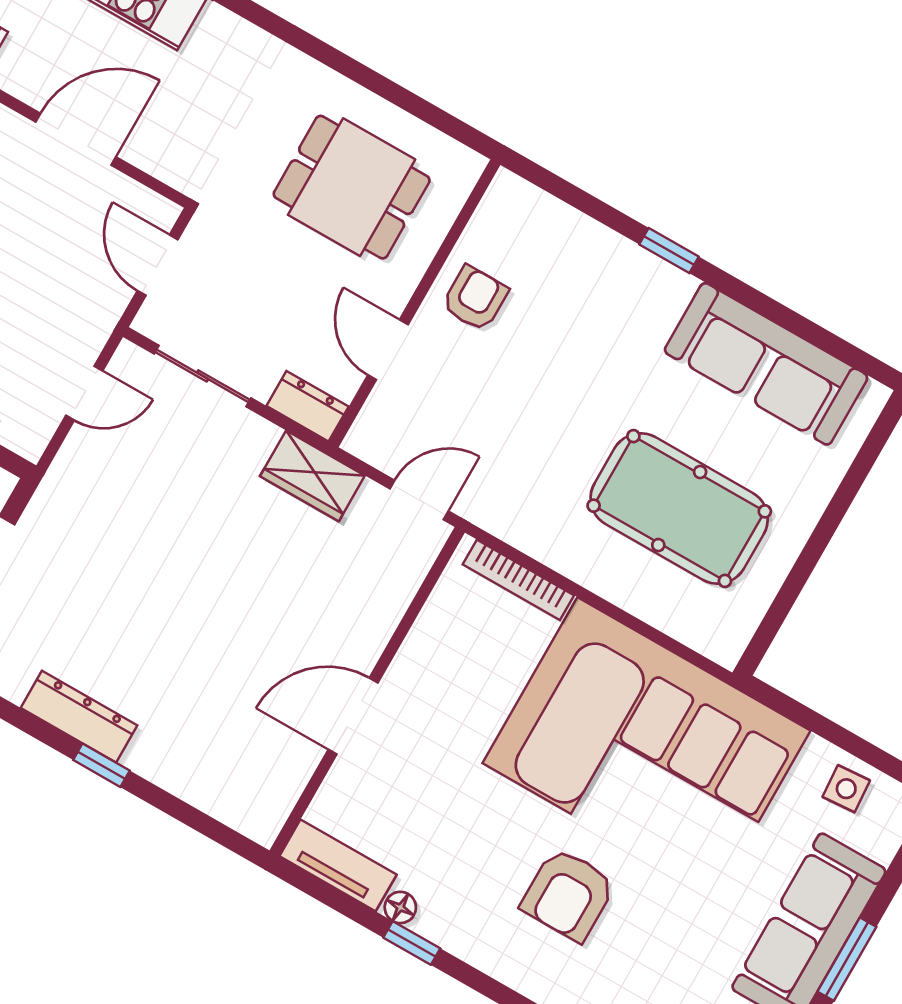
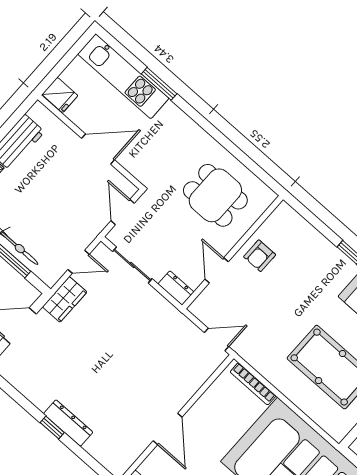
armchair: (475, 298) -> (260, 256), turned 180
wardrobe: (312, 476) -> (65, 299), moved, turned -90
door: (353, 716) -> (168, 429), swing flipped
dresser: (79, 717) -> (68, 423), moved

